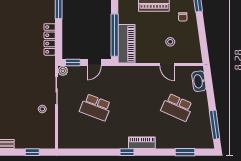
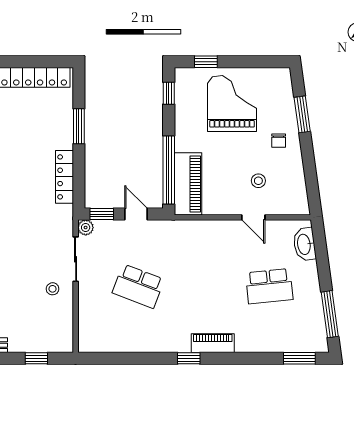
door: (94, 63) -> (136, 214), swing flipped
school desk: (177, 107) -> (269, 286), turned -30
window: (185, 152) -> (299, 358), moved

